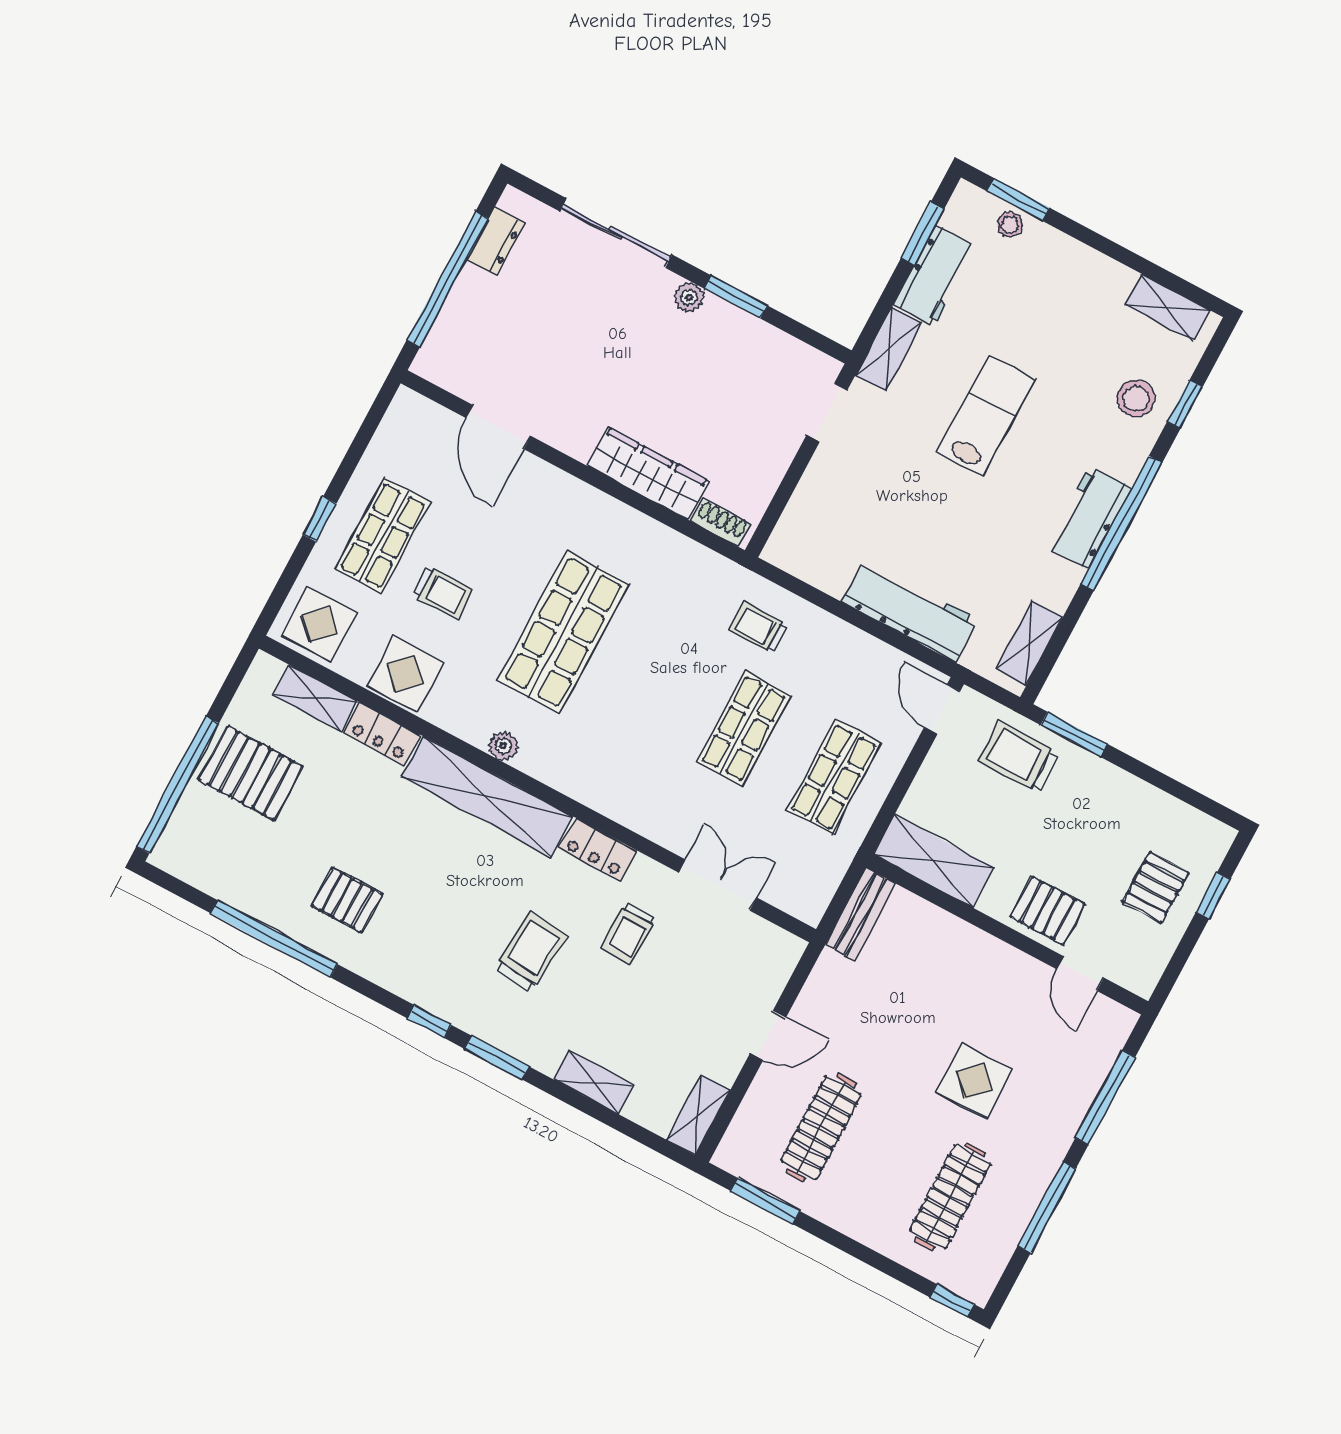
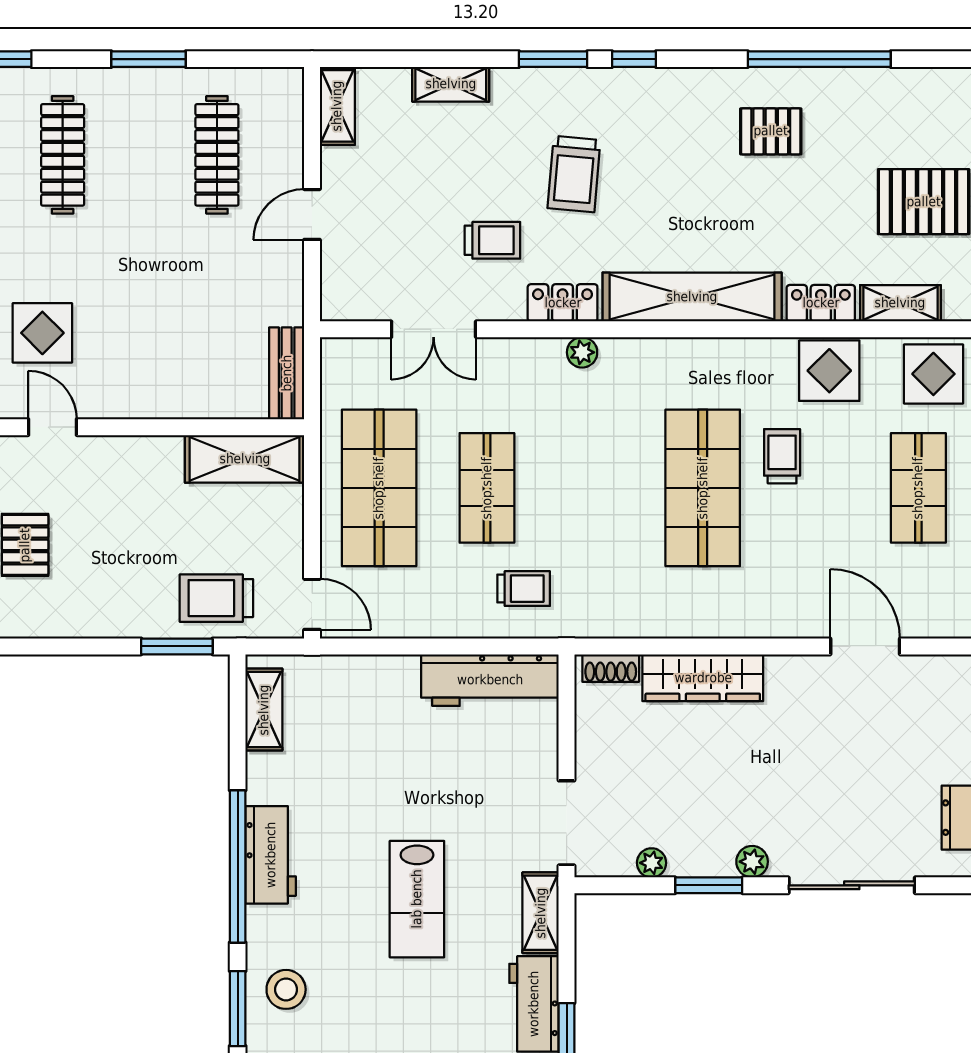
plant: (774, 341) -> (652, 863), added
window: (1185, 404) -> (238, 1009), width x1.50
doorway: (827, 413) -> (567, 823), width x1.38
trolley: (443, 593) -> (782, 456), moved, turned 90
workbench: (910, 611) -> (490, 680), moved
plant: (503, 746) -> (582, 352), moved
trolley: (1019, 757) -> (216, 598), turned 180
shop shelf: (834, 777) -> (379, 488), width x1.43, depth x1.36
pallet: (1047, 911) -> (114, 469), removed
trolley: (629, 933) -> (492, 240), turned 90
display table: (974, 1081) -> (42, 333), moved
window: (765, 1201) -> (148, 59), moved

